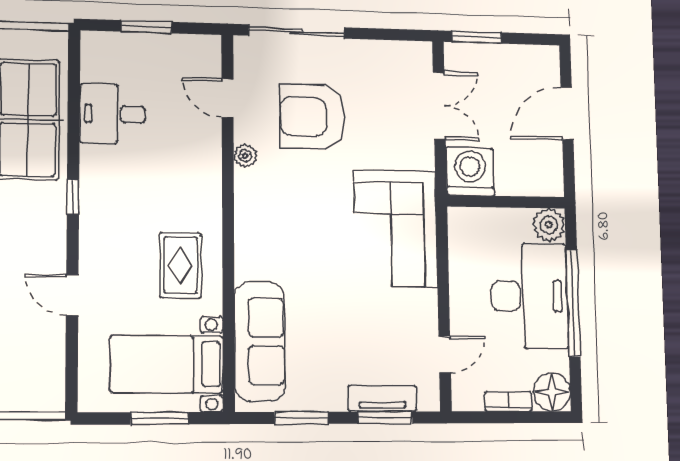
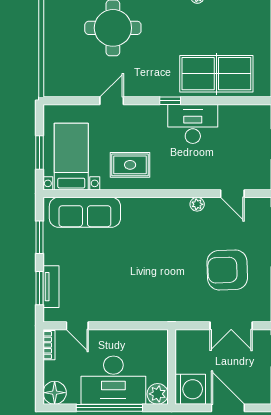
door: (228, 98) -> (232, 194), swing flipped
desk: (113, 114) -> (193, 124), moved, width x1.37
armchair: (312, 117) -> (227, 270), moved, turned -92
washing machine: (470, 171) -> (190, 389), moved
corner sofa: (396, 228) -> (154, 297), removed
bookcase: (508, 402) -> (49, 345), moved

